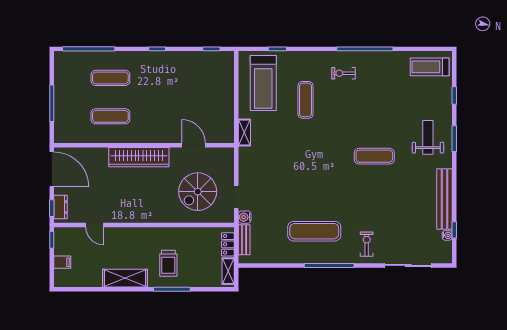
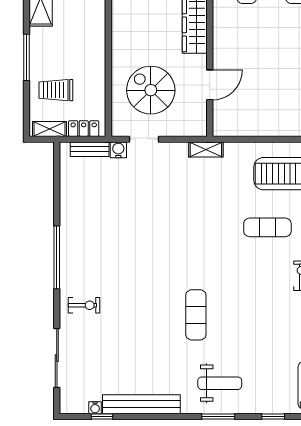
shelving: (244, 132) -> (206, 150), moved
exercise mat: (314, 231) -> (100, 239), removed
trolley: (168, 263) -> (56, 90), moved

